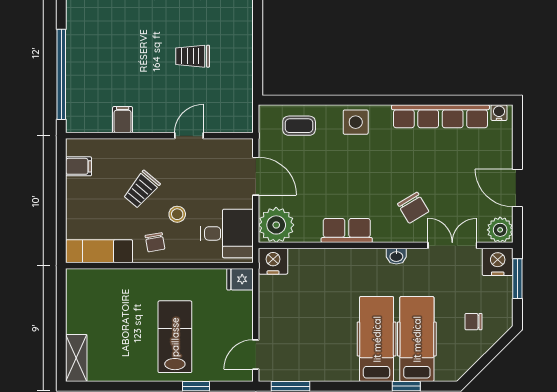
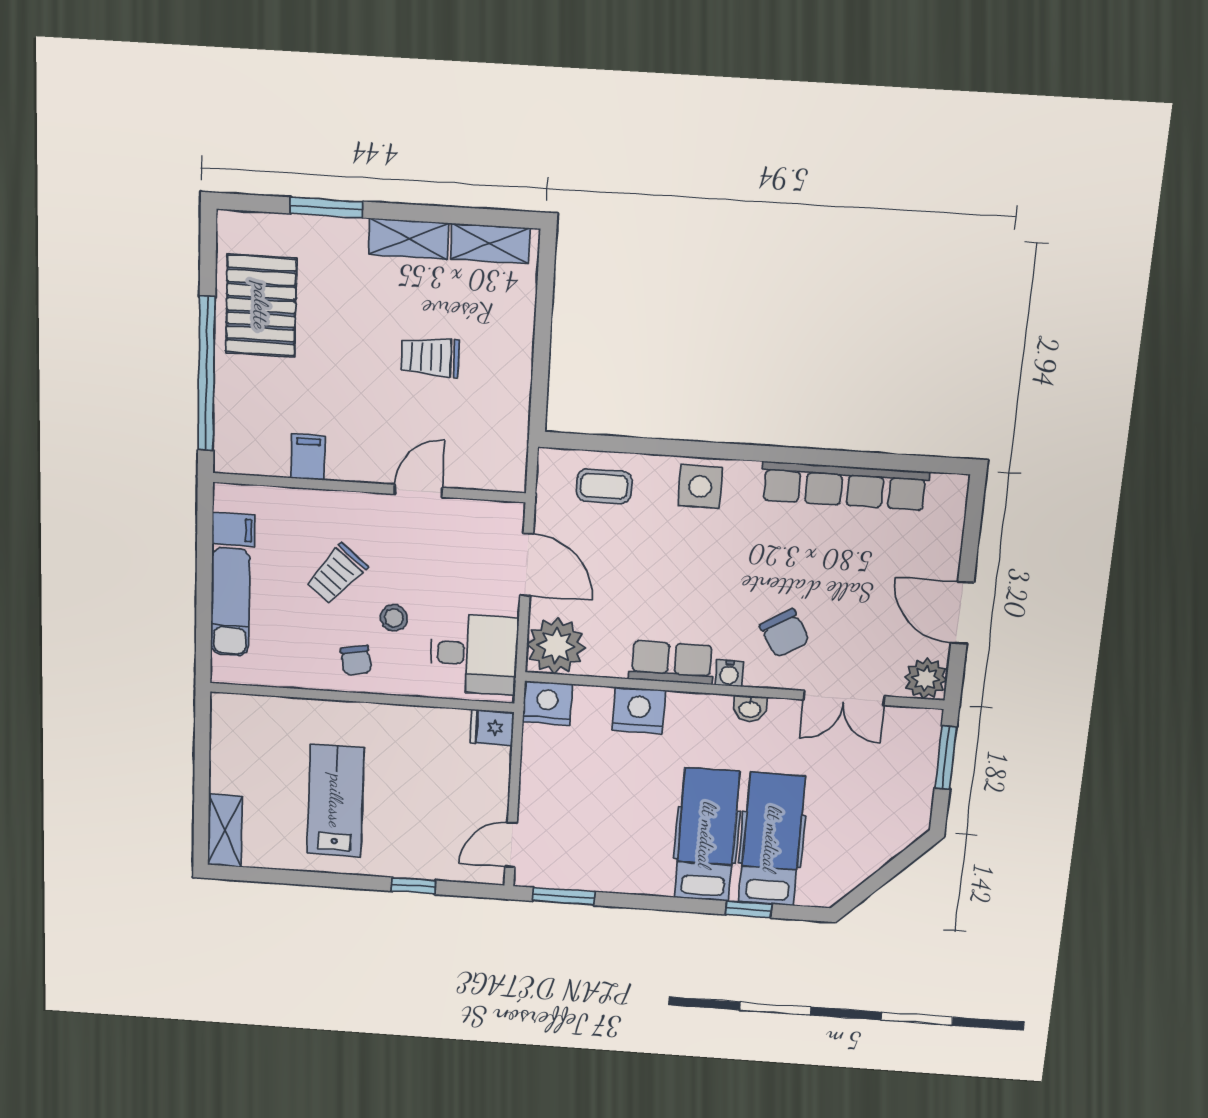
pallet: (93, 33) -> (261, 306), added
water cooler: (499, 113) -> (729, 673), moved, turned 180
double door: (452, 245) -> (844, 698), swing flipped
exam couch: (99, 251) -> (230, 602), moved, turned 90
nightstand: (498, 262) -> (639, 710), moved
chair: (473, 322) -> (866, 819), removed
lab bench: (175, 337) -> (336, 801), moved

